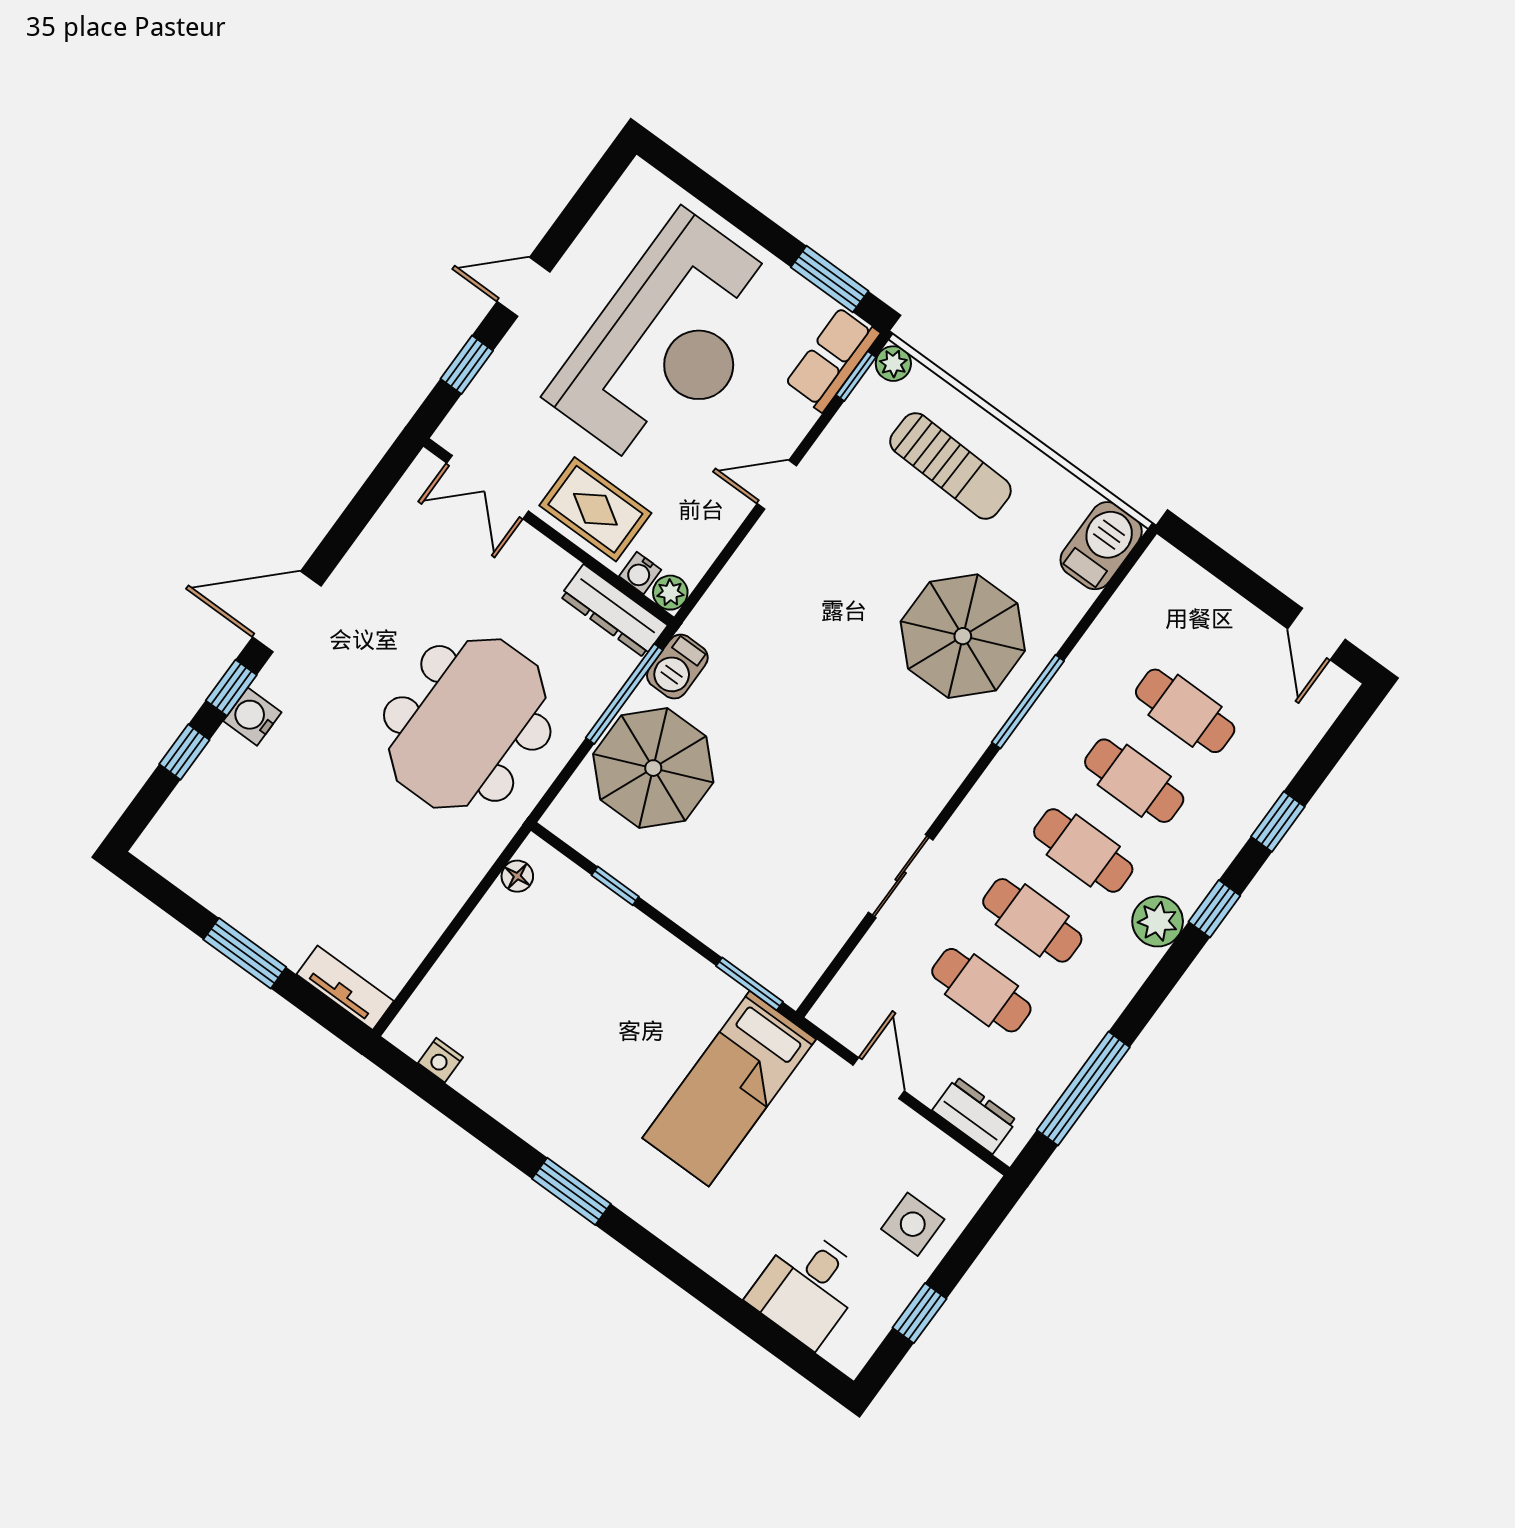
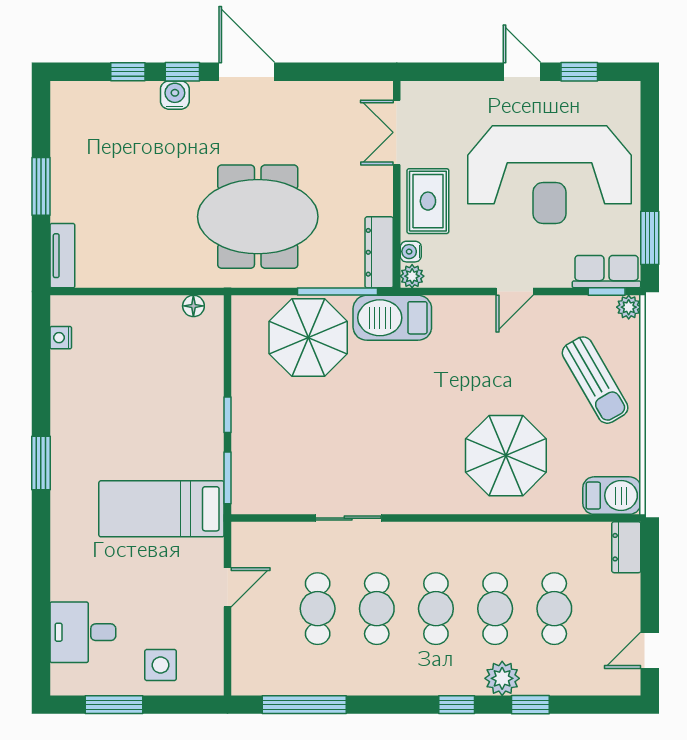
window: (467, 365) -> (579, 72), moved
sun lounger: (950, 466) -> (595, 380), turned -32
door: (777, 485) -> (515, 292), swing flipped
barbecue: (677, 667) -> (392, 318), width x1.88, depth x1.53
window: (1028, 702) -> (496, 518), removed
window: (615, 886) -> (228, 415), moved
plant: (1158, 921) -> (502, 678), moved
dresser: (974, 1115) -> (626, 547), moved, turned 180
window: (919, 1313) -> (114, 705), width x1.50

